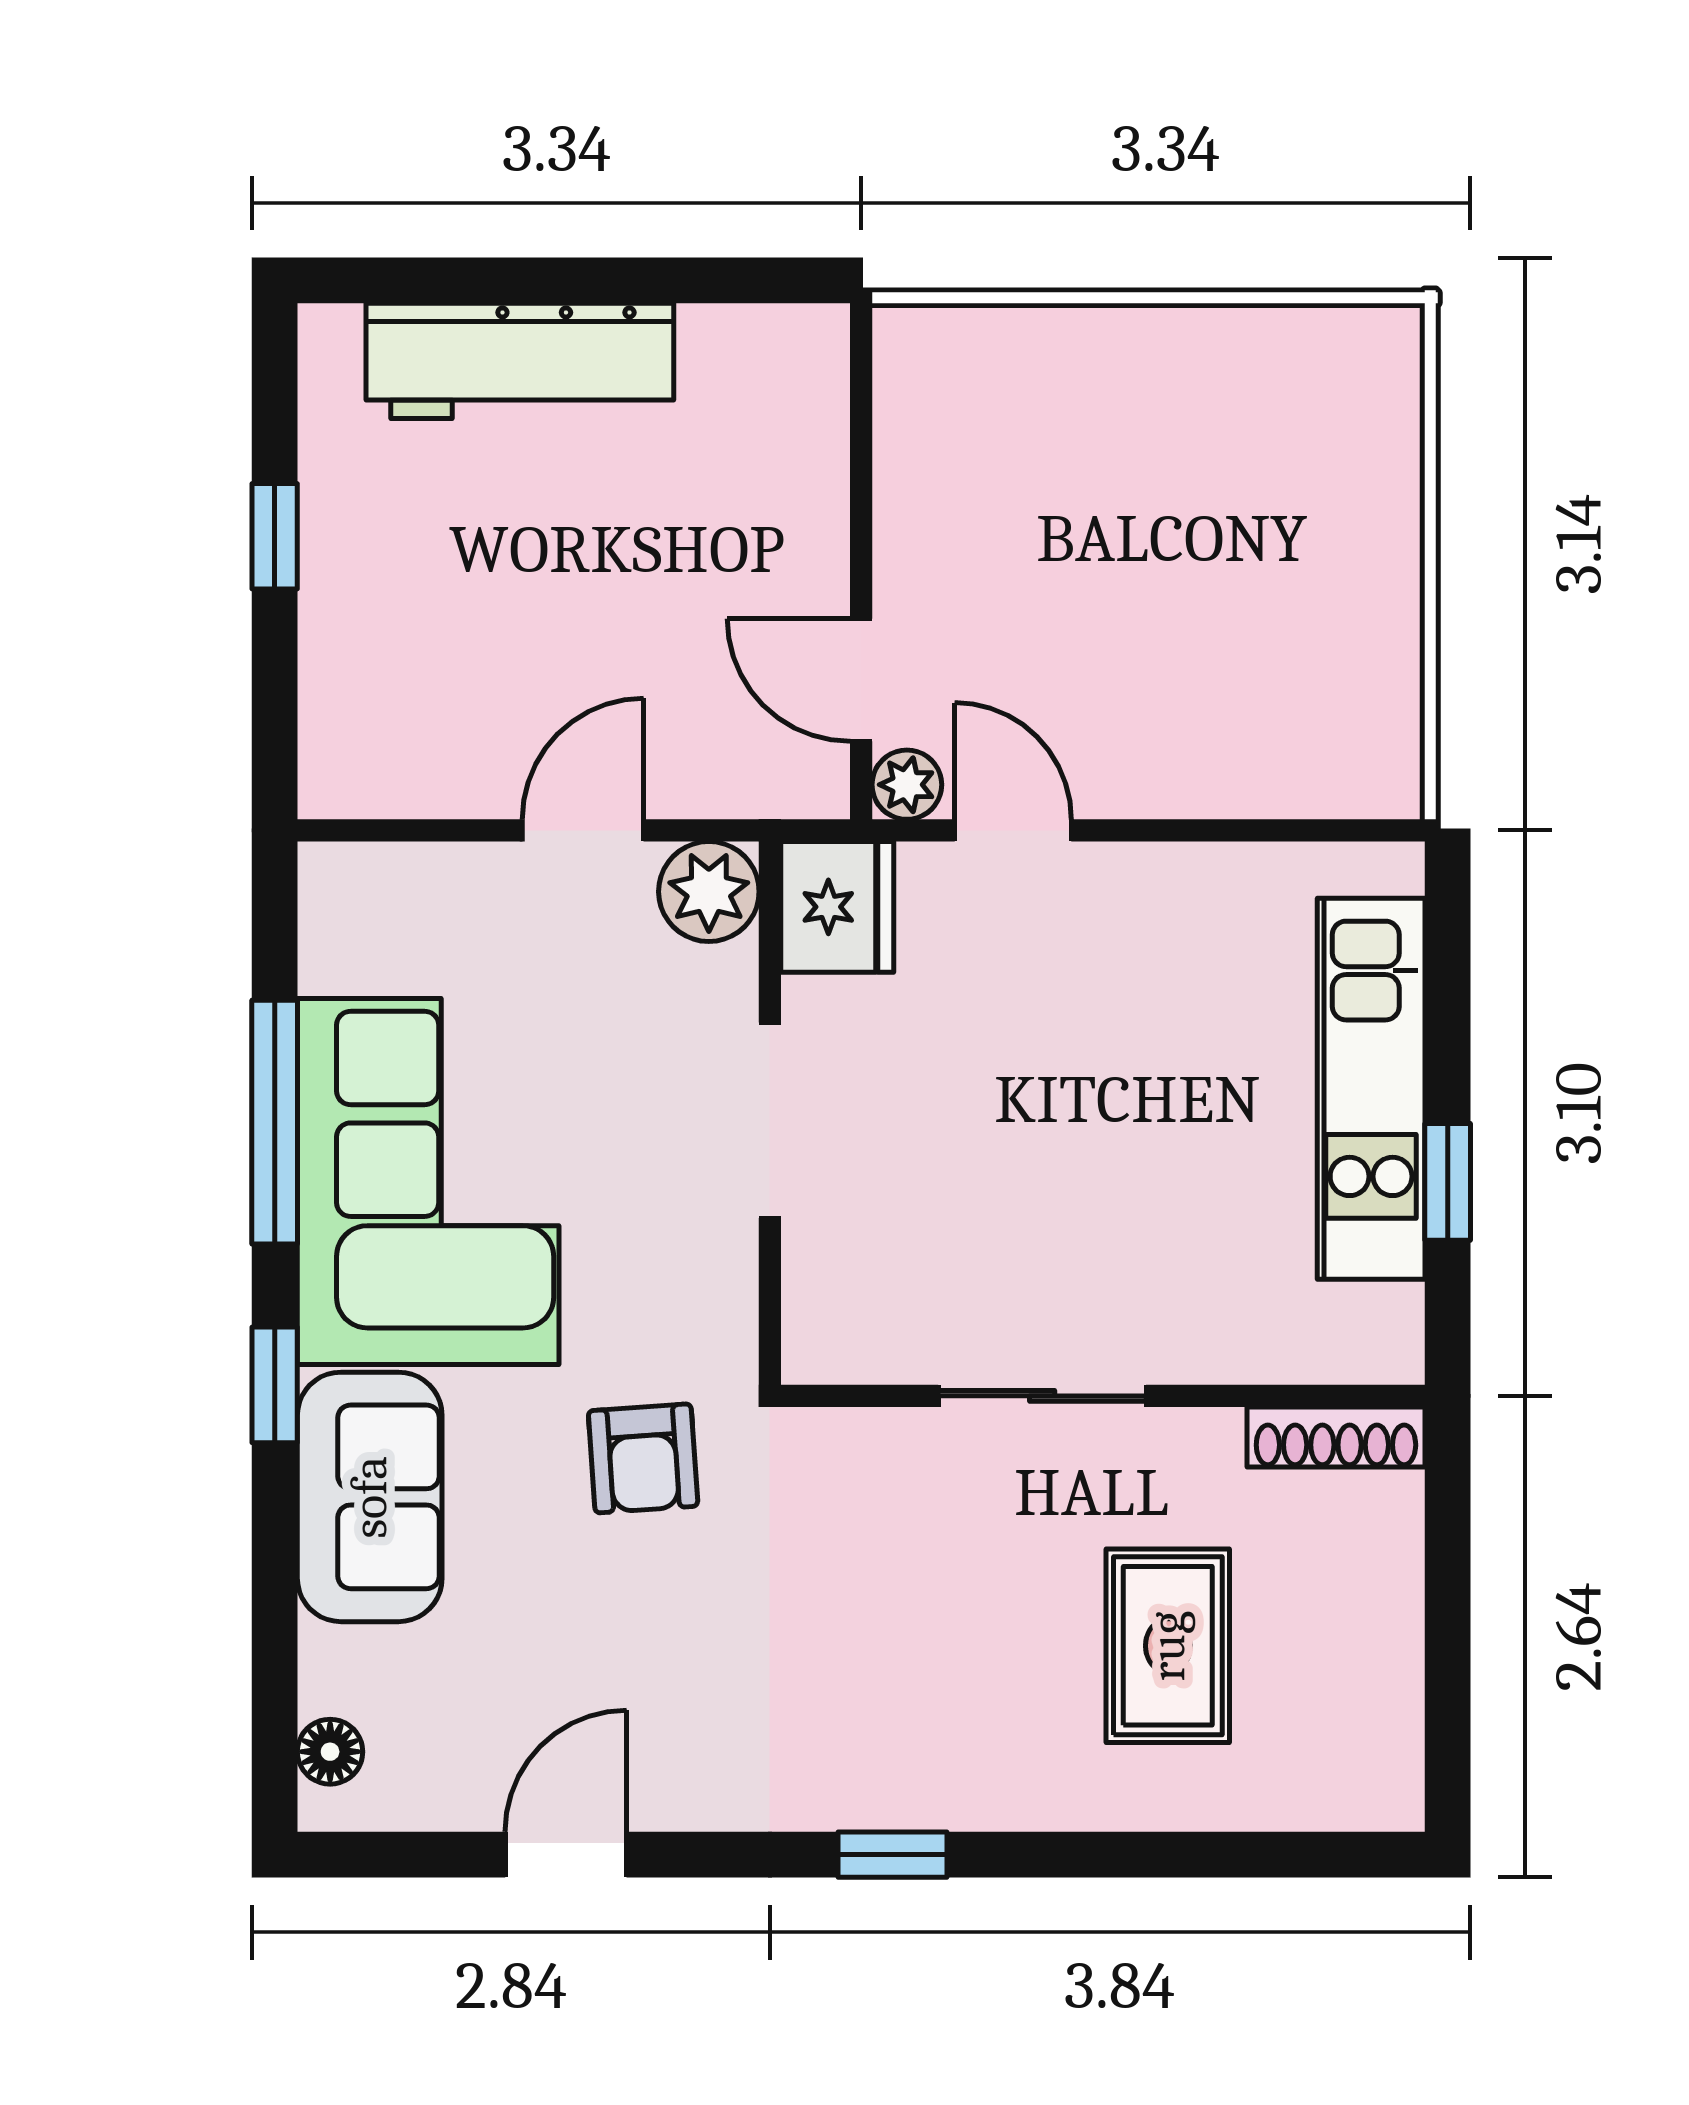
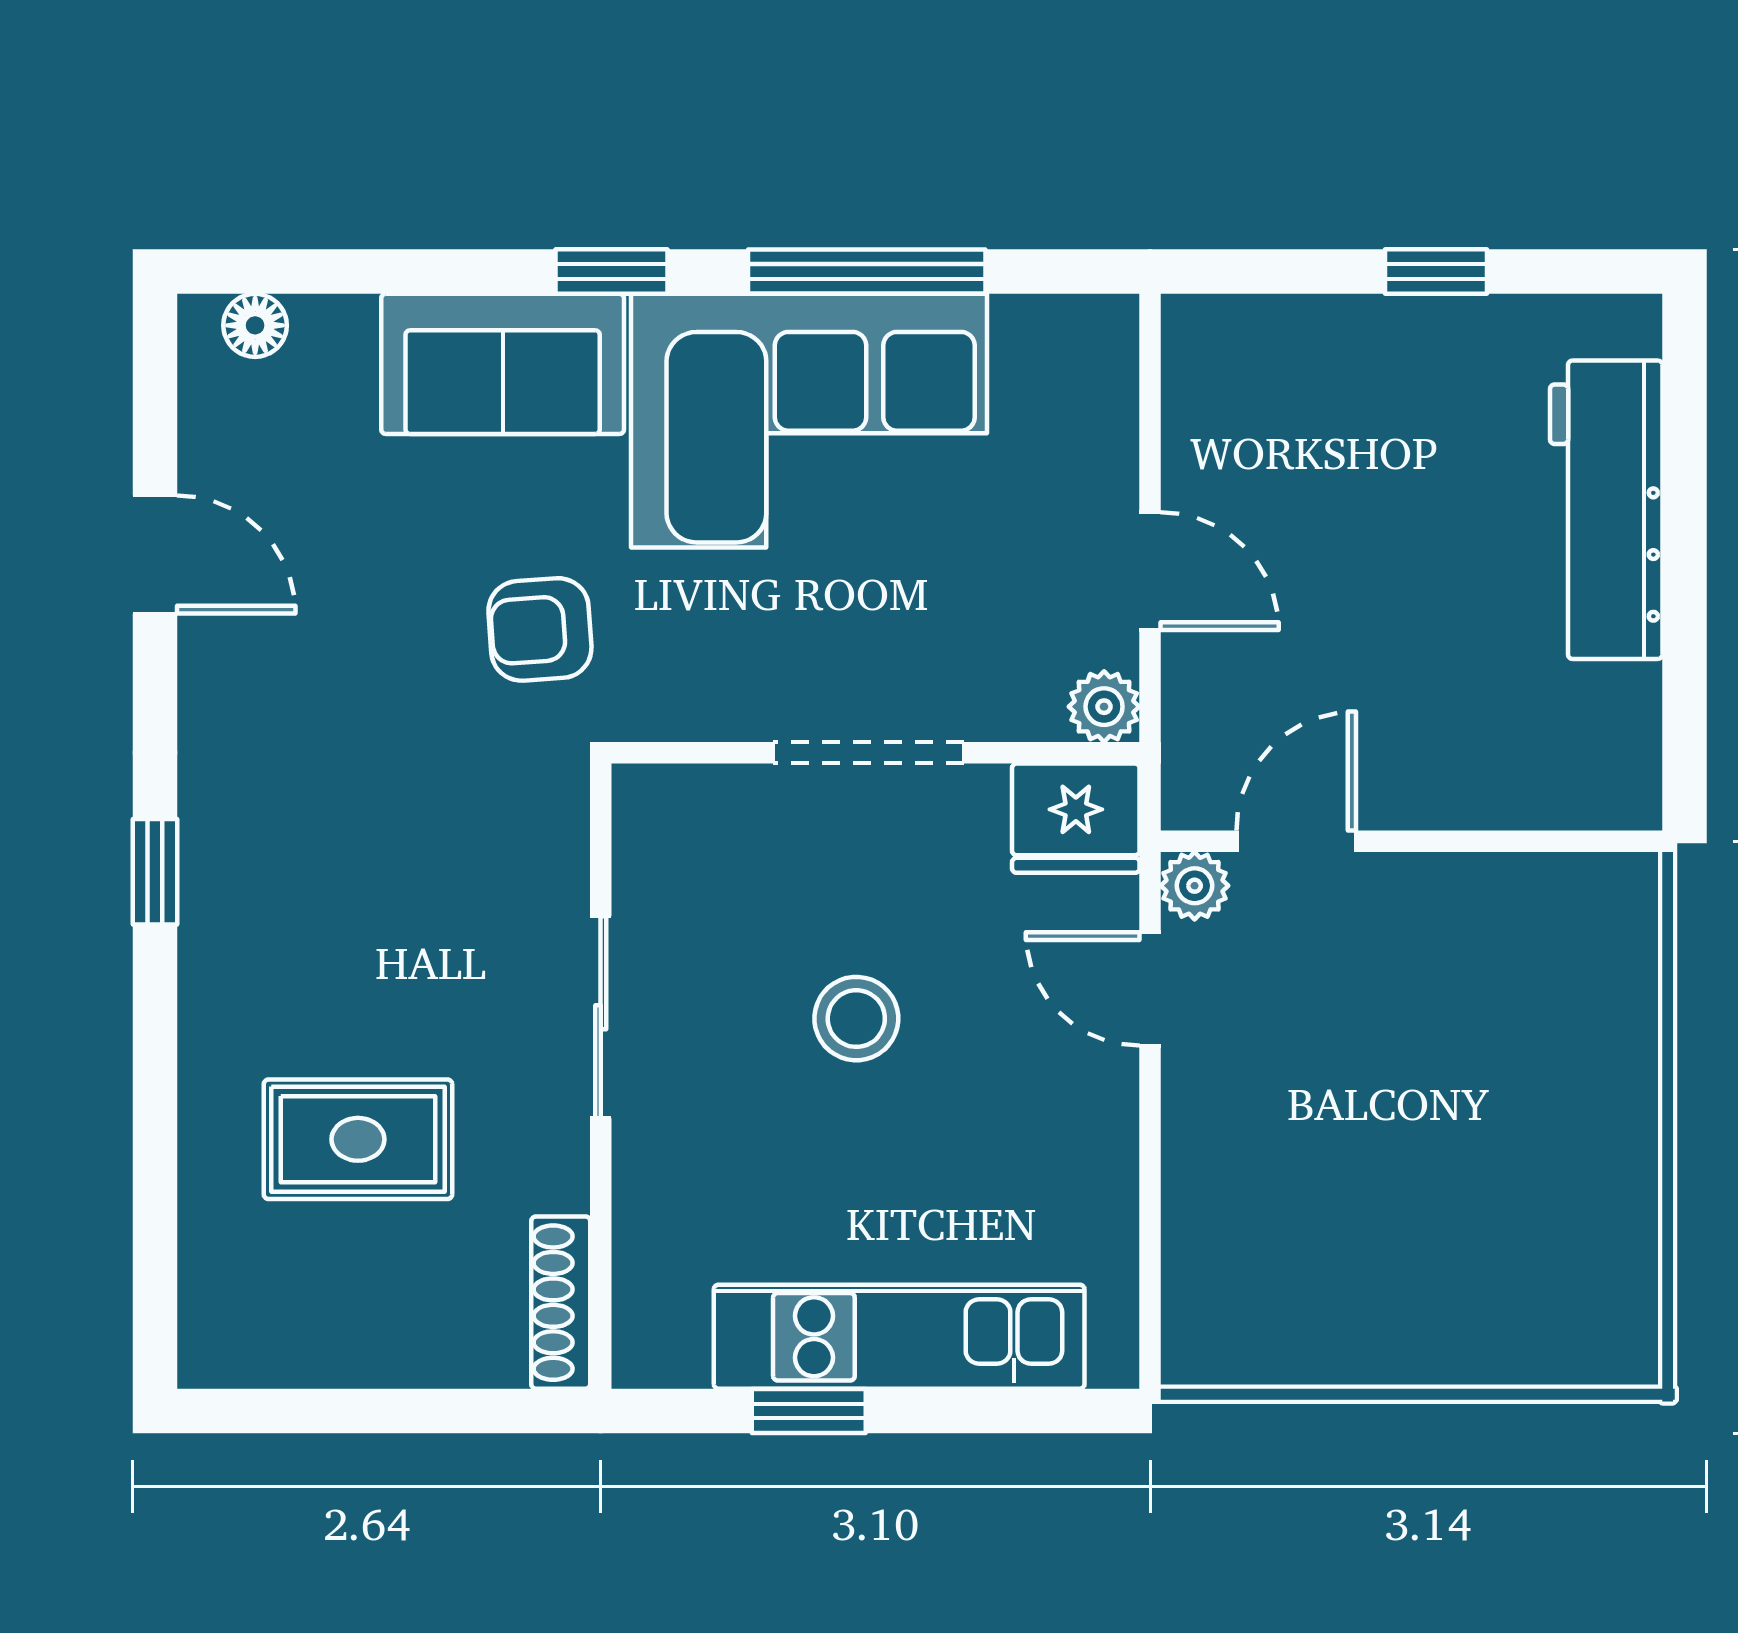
door: (1013, 830) -> (1150, 989), swing flipped
plant: (709, 892) -> (1104, 707), width x0.73, depth x0.73
stool: (1044, 1133) -> (856, 1019), added

